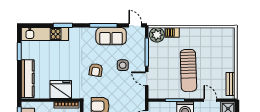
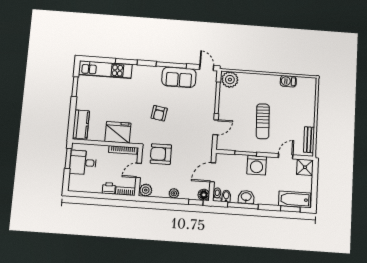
barbecue: (172, 32) -> (288, 81), moved
side table: (123, 65) -> (190, 110), removed
sun lounger: (188, 70) -> (263, 121), width x0.73, depth x0.75
kitchen counter: (28, 79) -> (81, 124), width x0.67
door: (147, 79) -> (216, 127), swing flipped
door: (210, 100) -> (286, 156), hinge flipped

